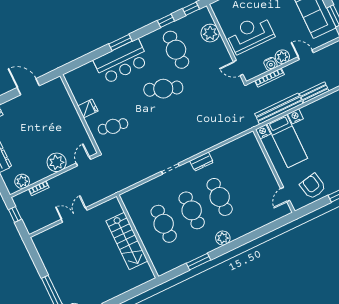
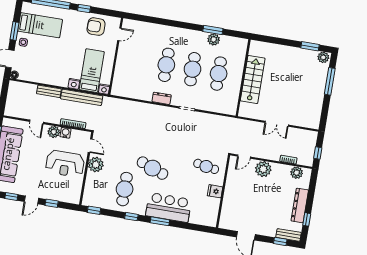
window: (166, 21) -> (131, 217), moved
plant: (210, 33) -> (96, 165), moved
armchair: (313, 186) -> (96, 27), turned 102
plant: (223, 238) -> (214, 39), moved

